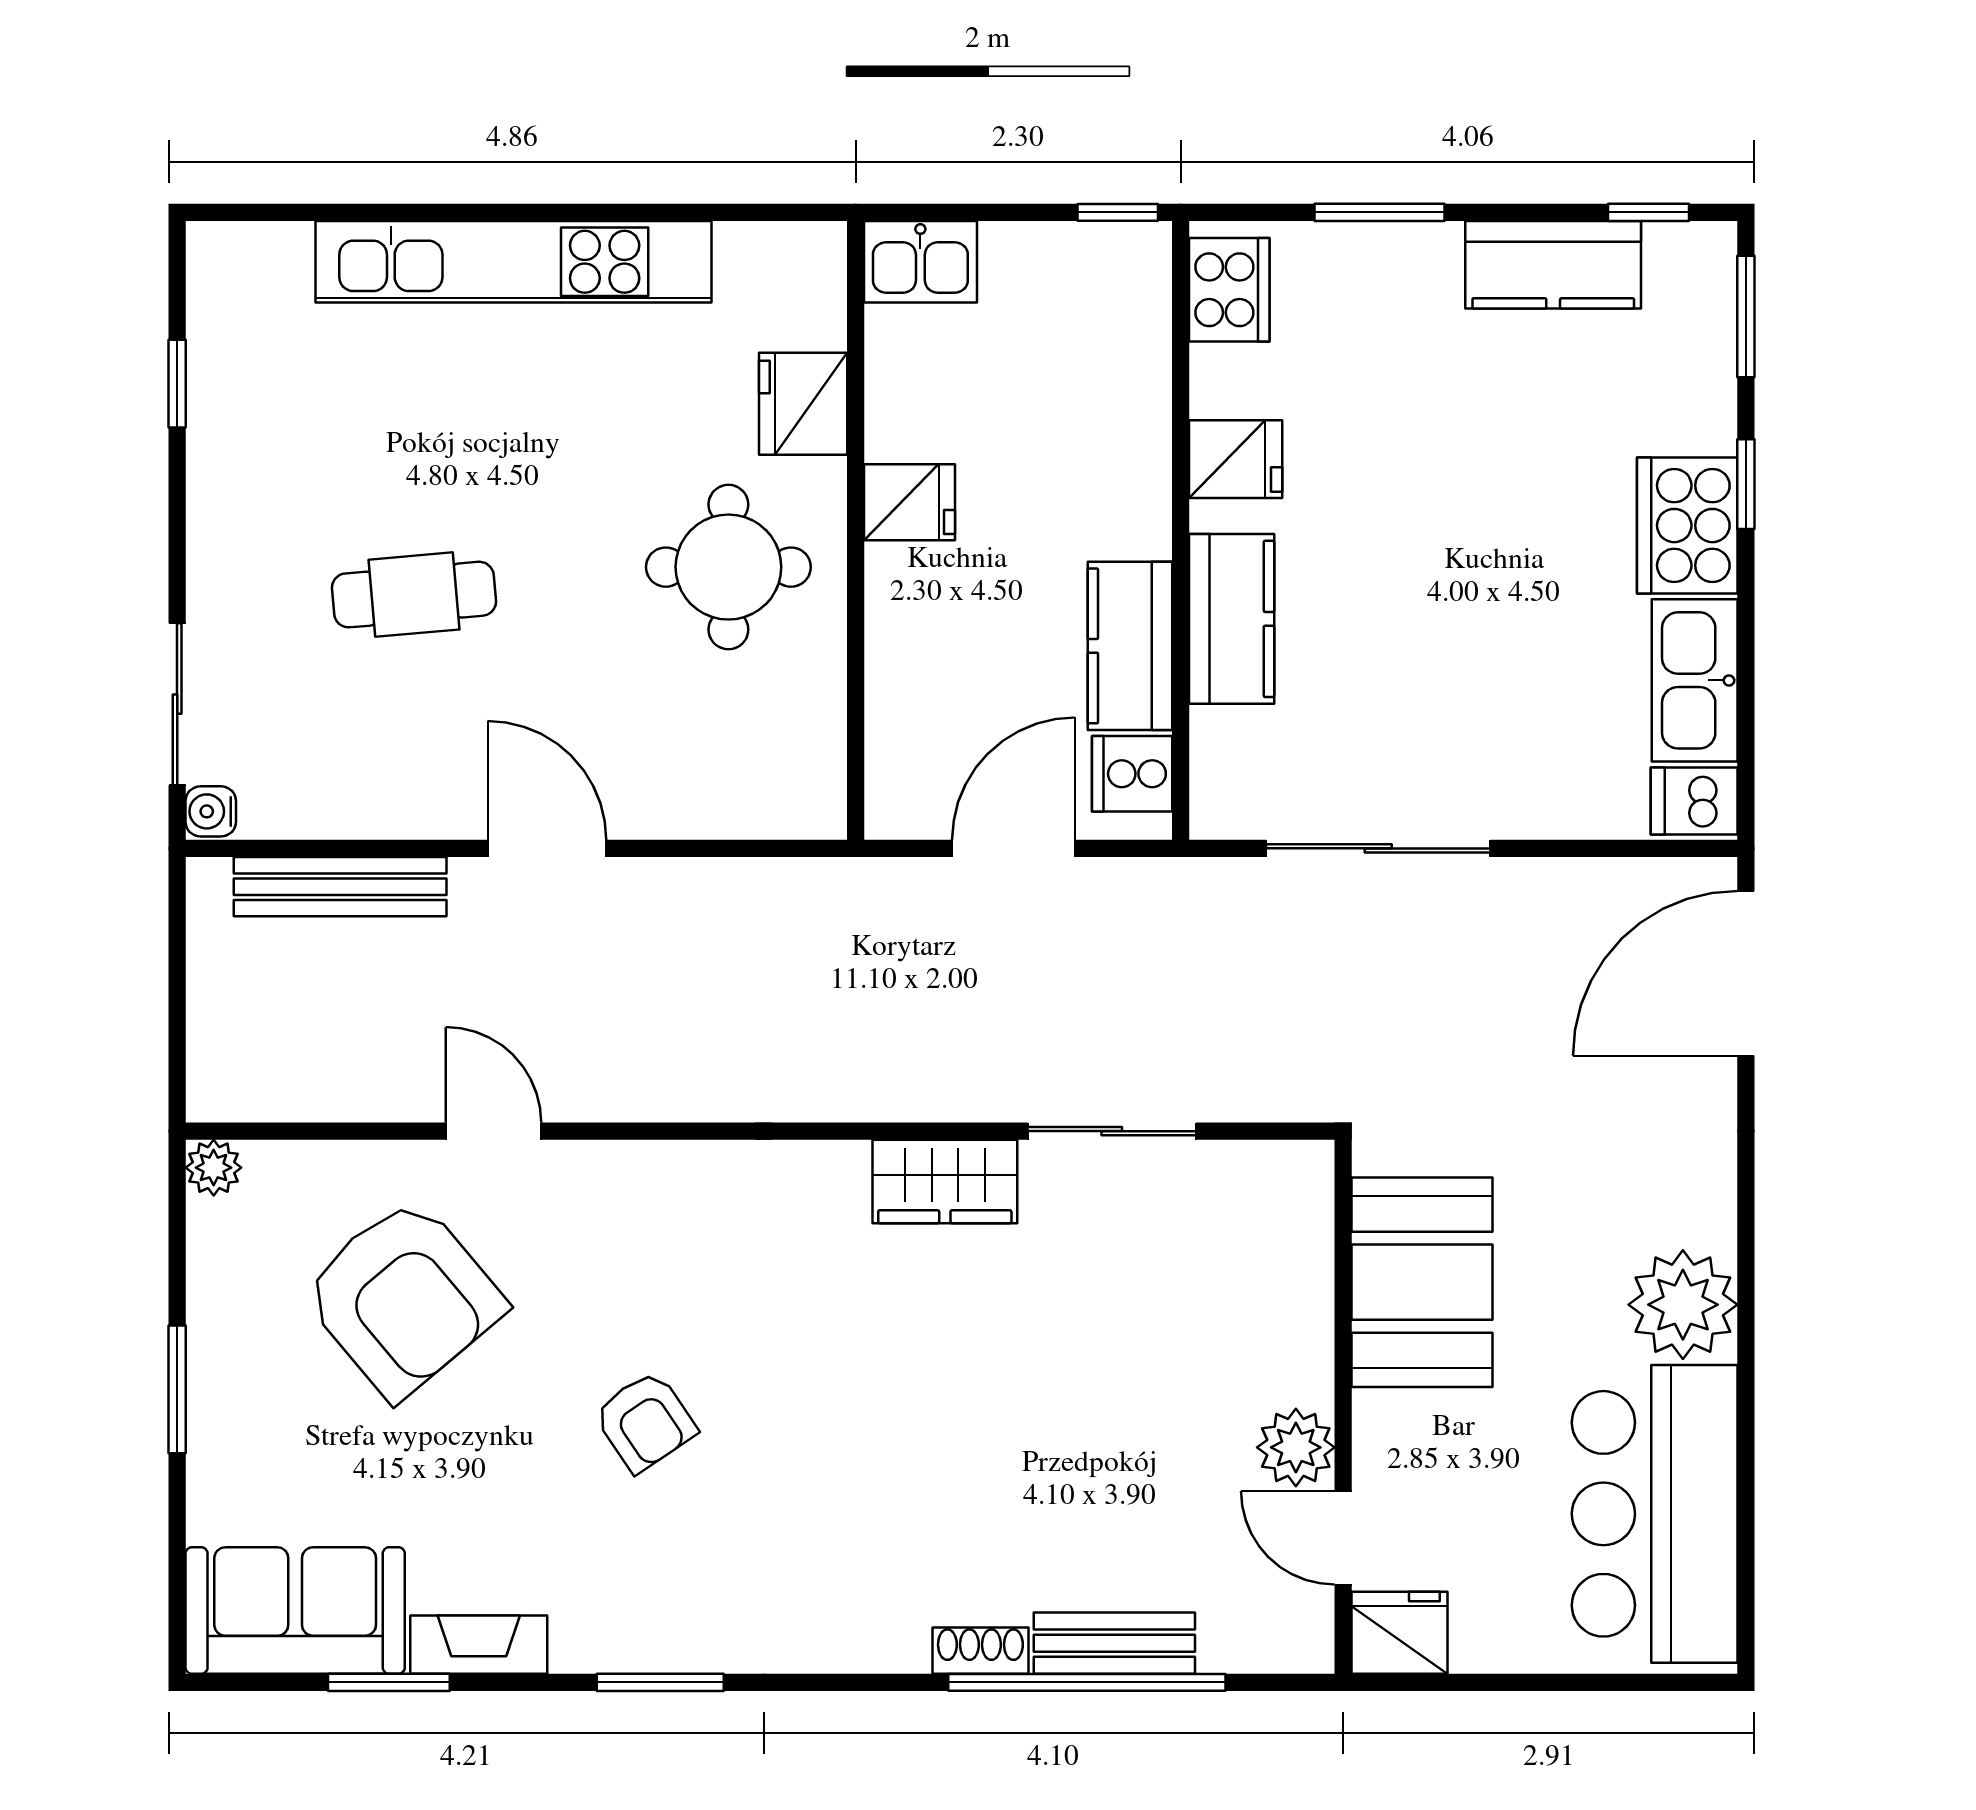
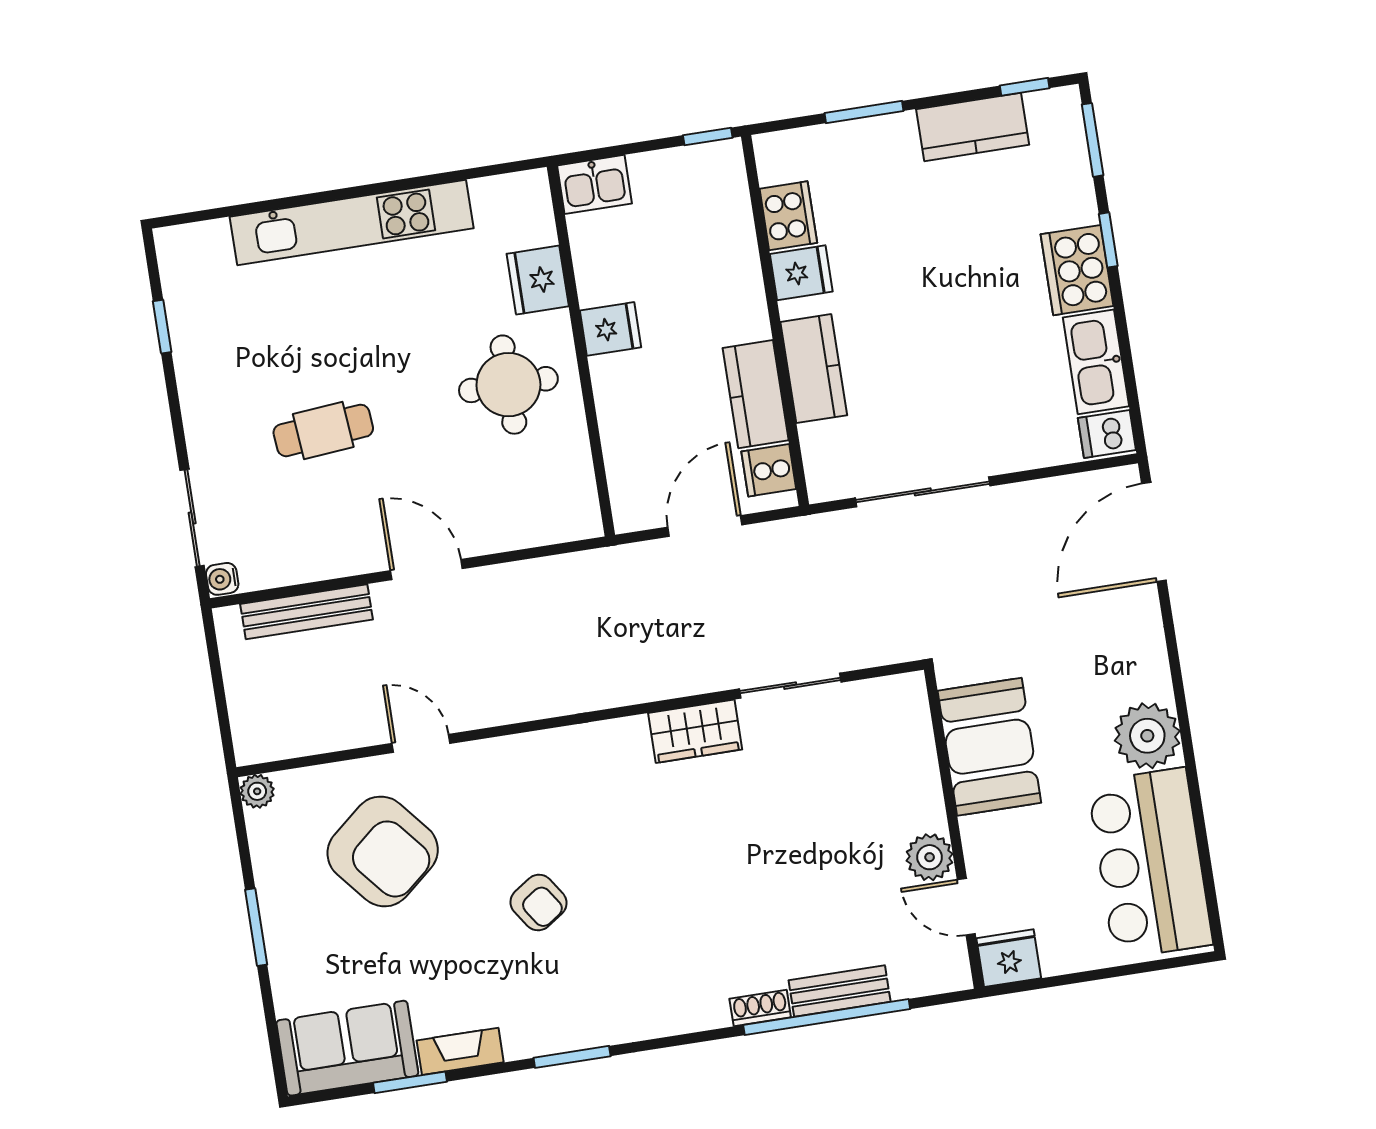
cooker: (1229, 290) -> (788, 216), moved

